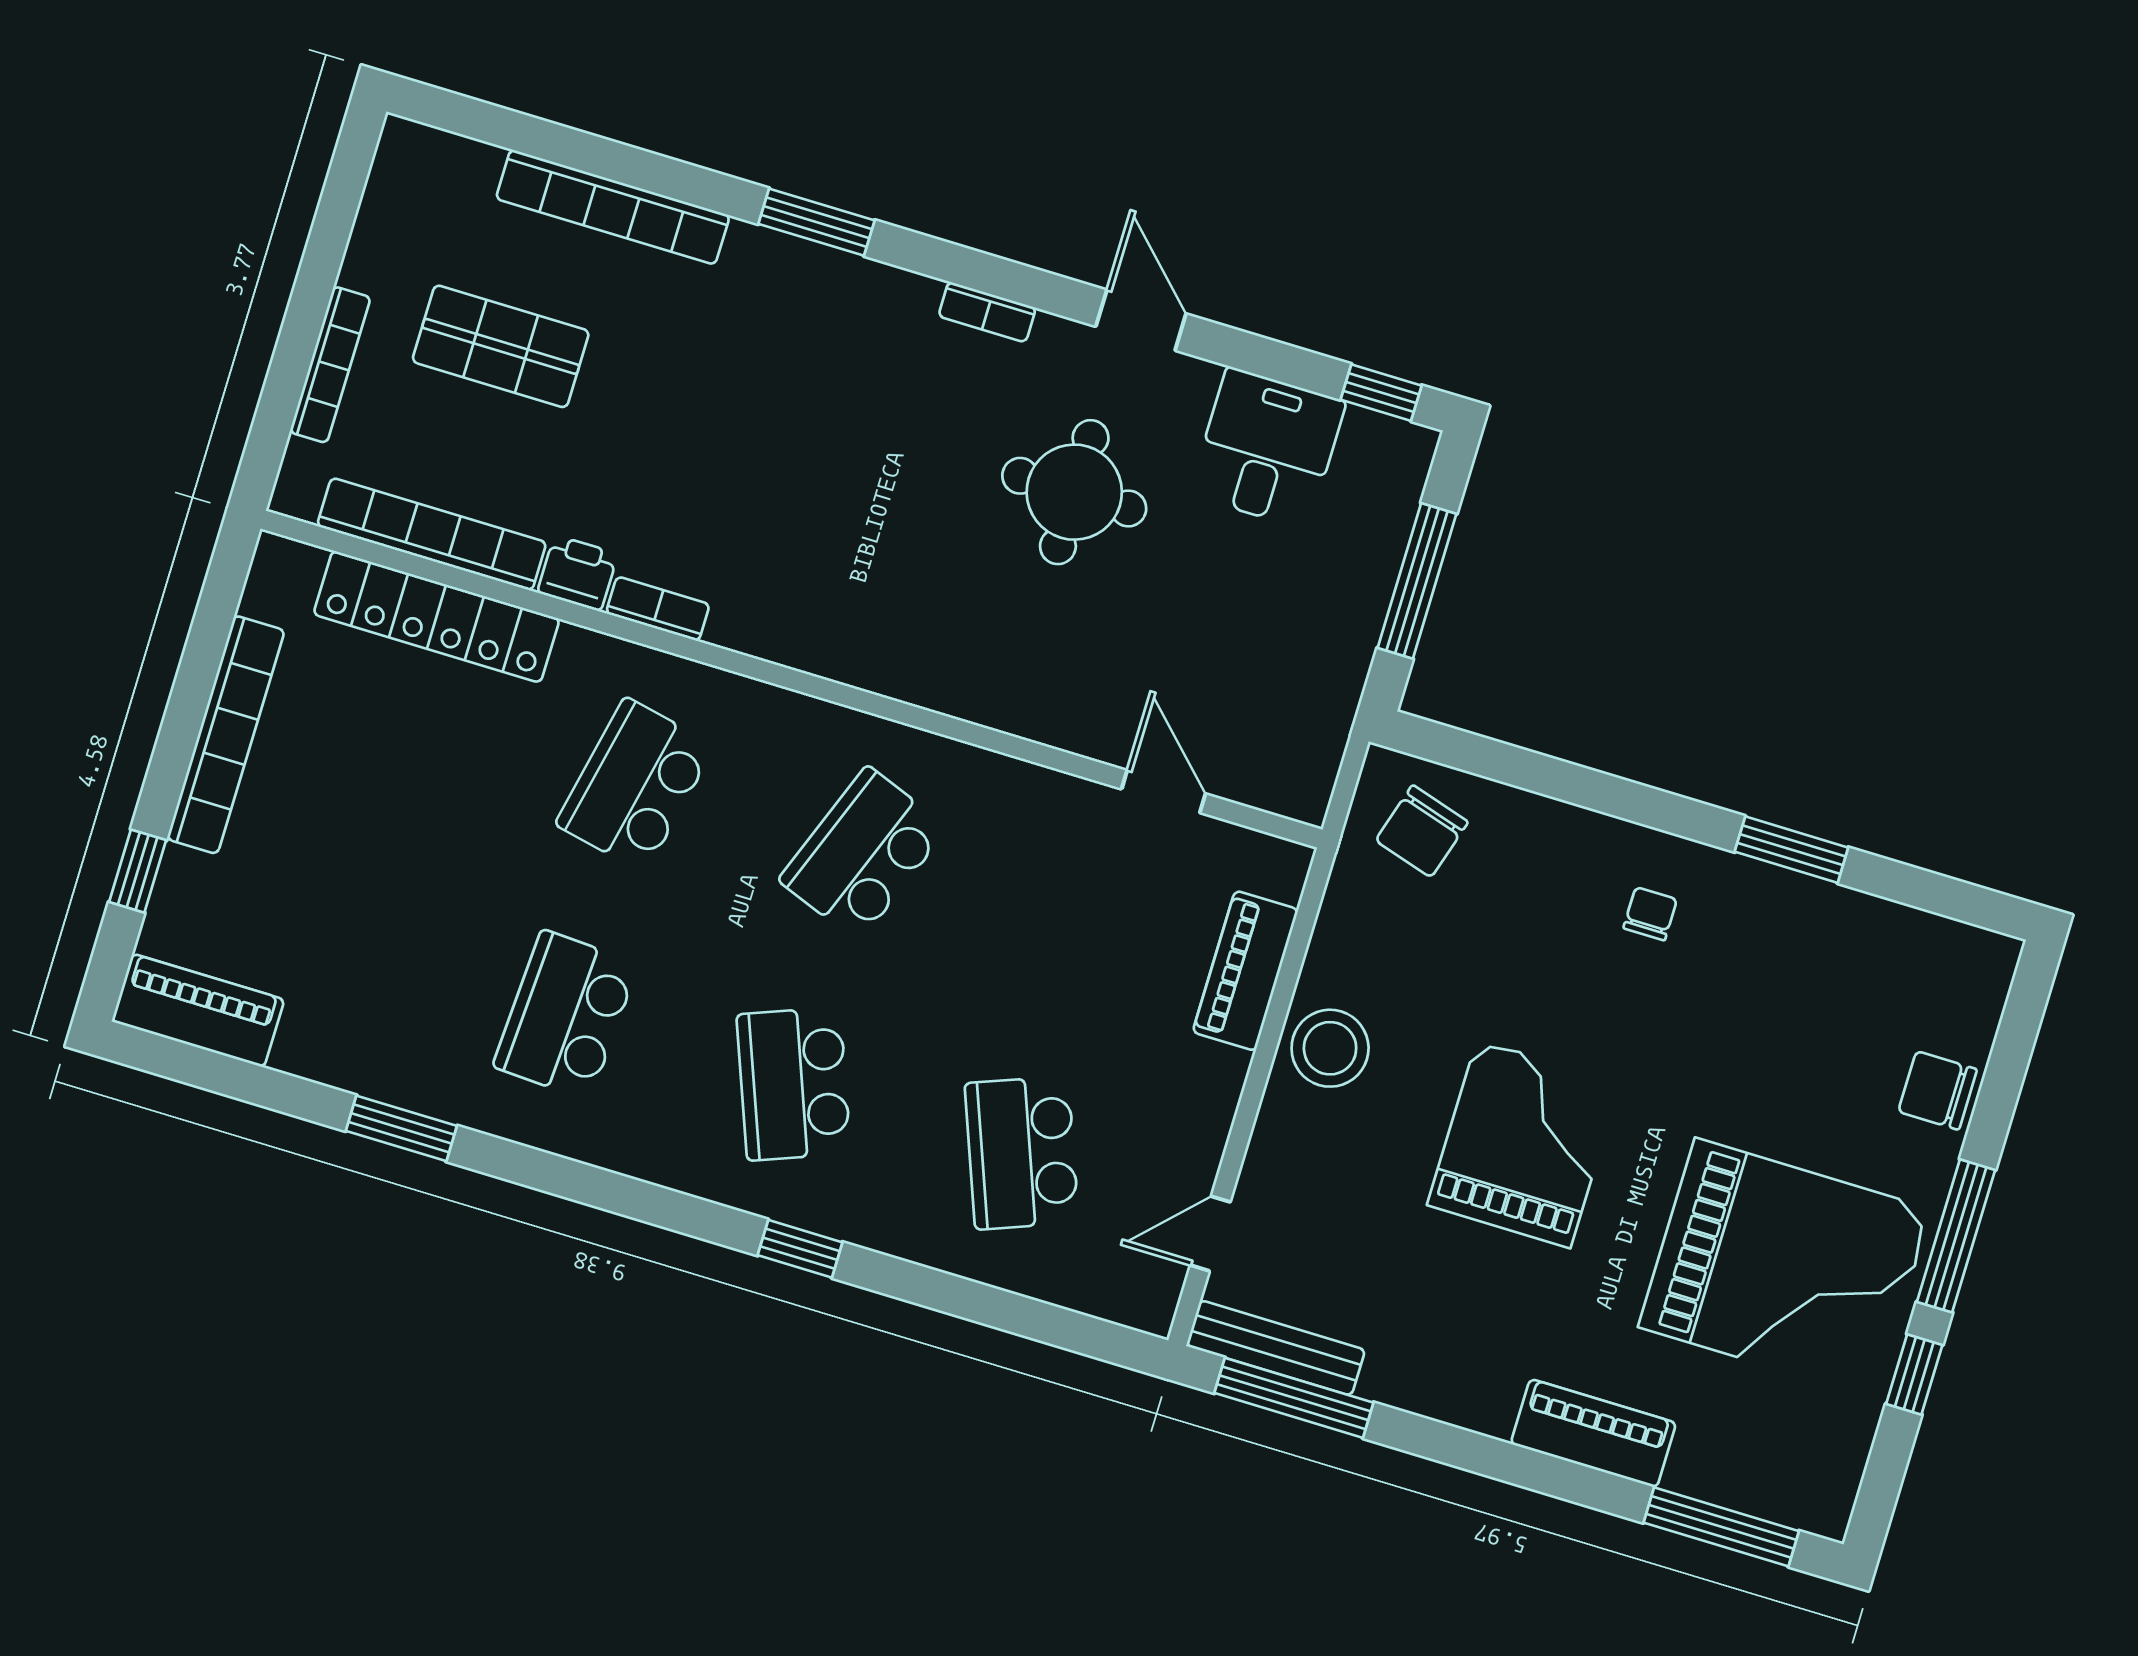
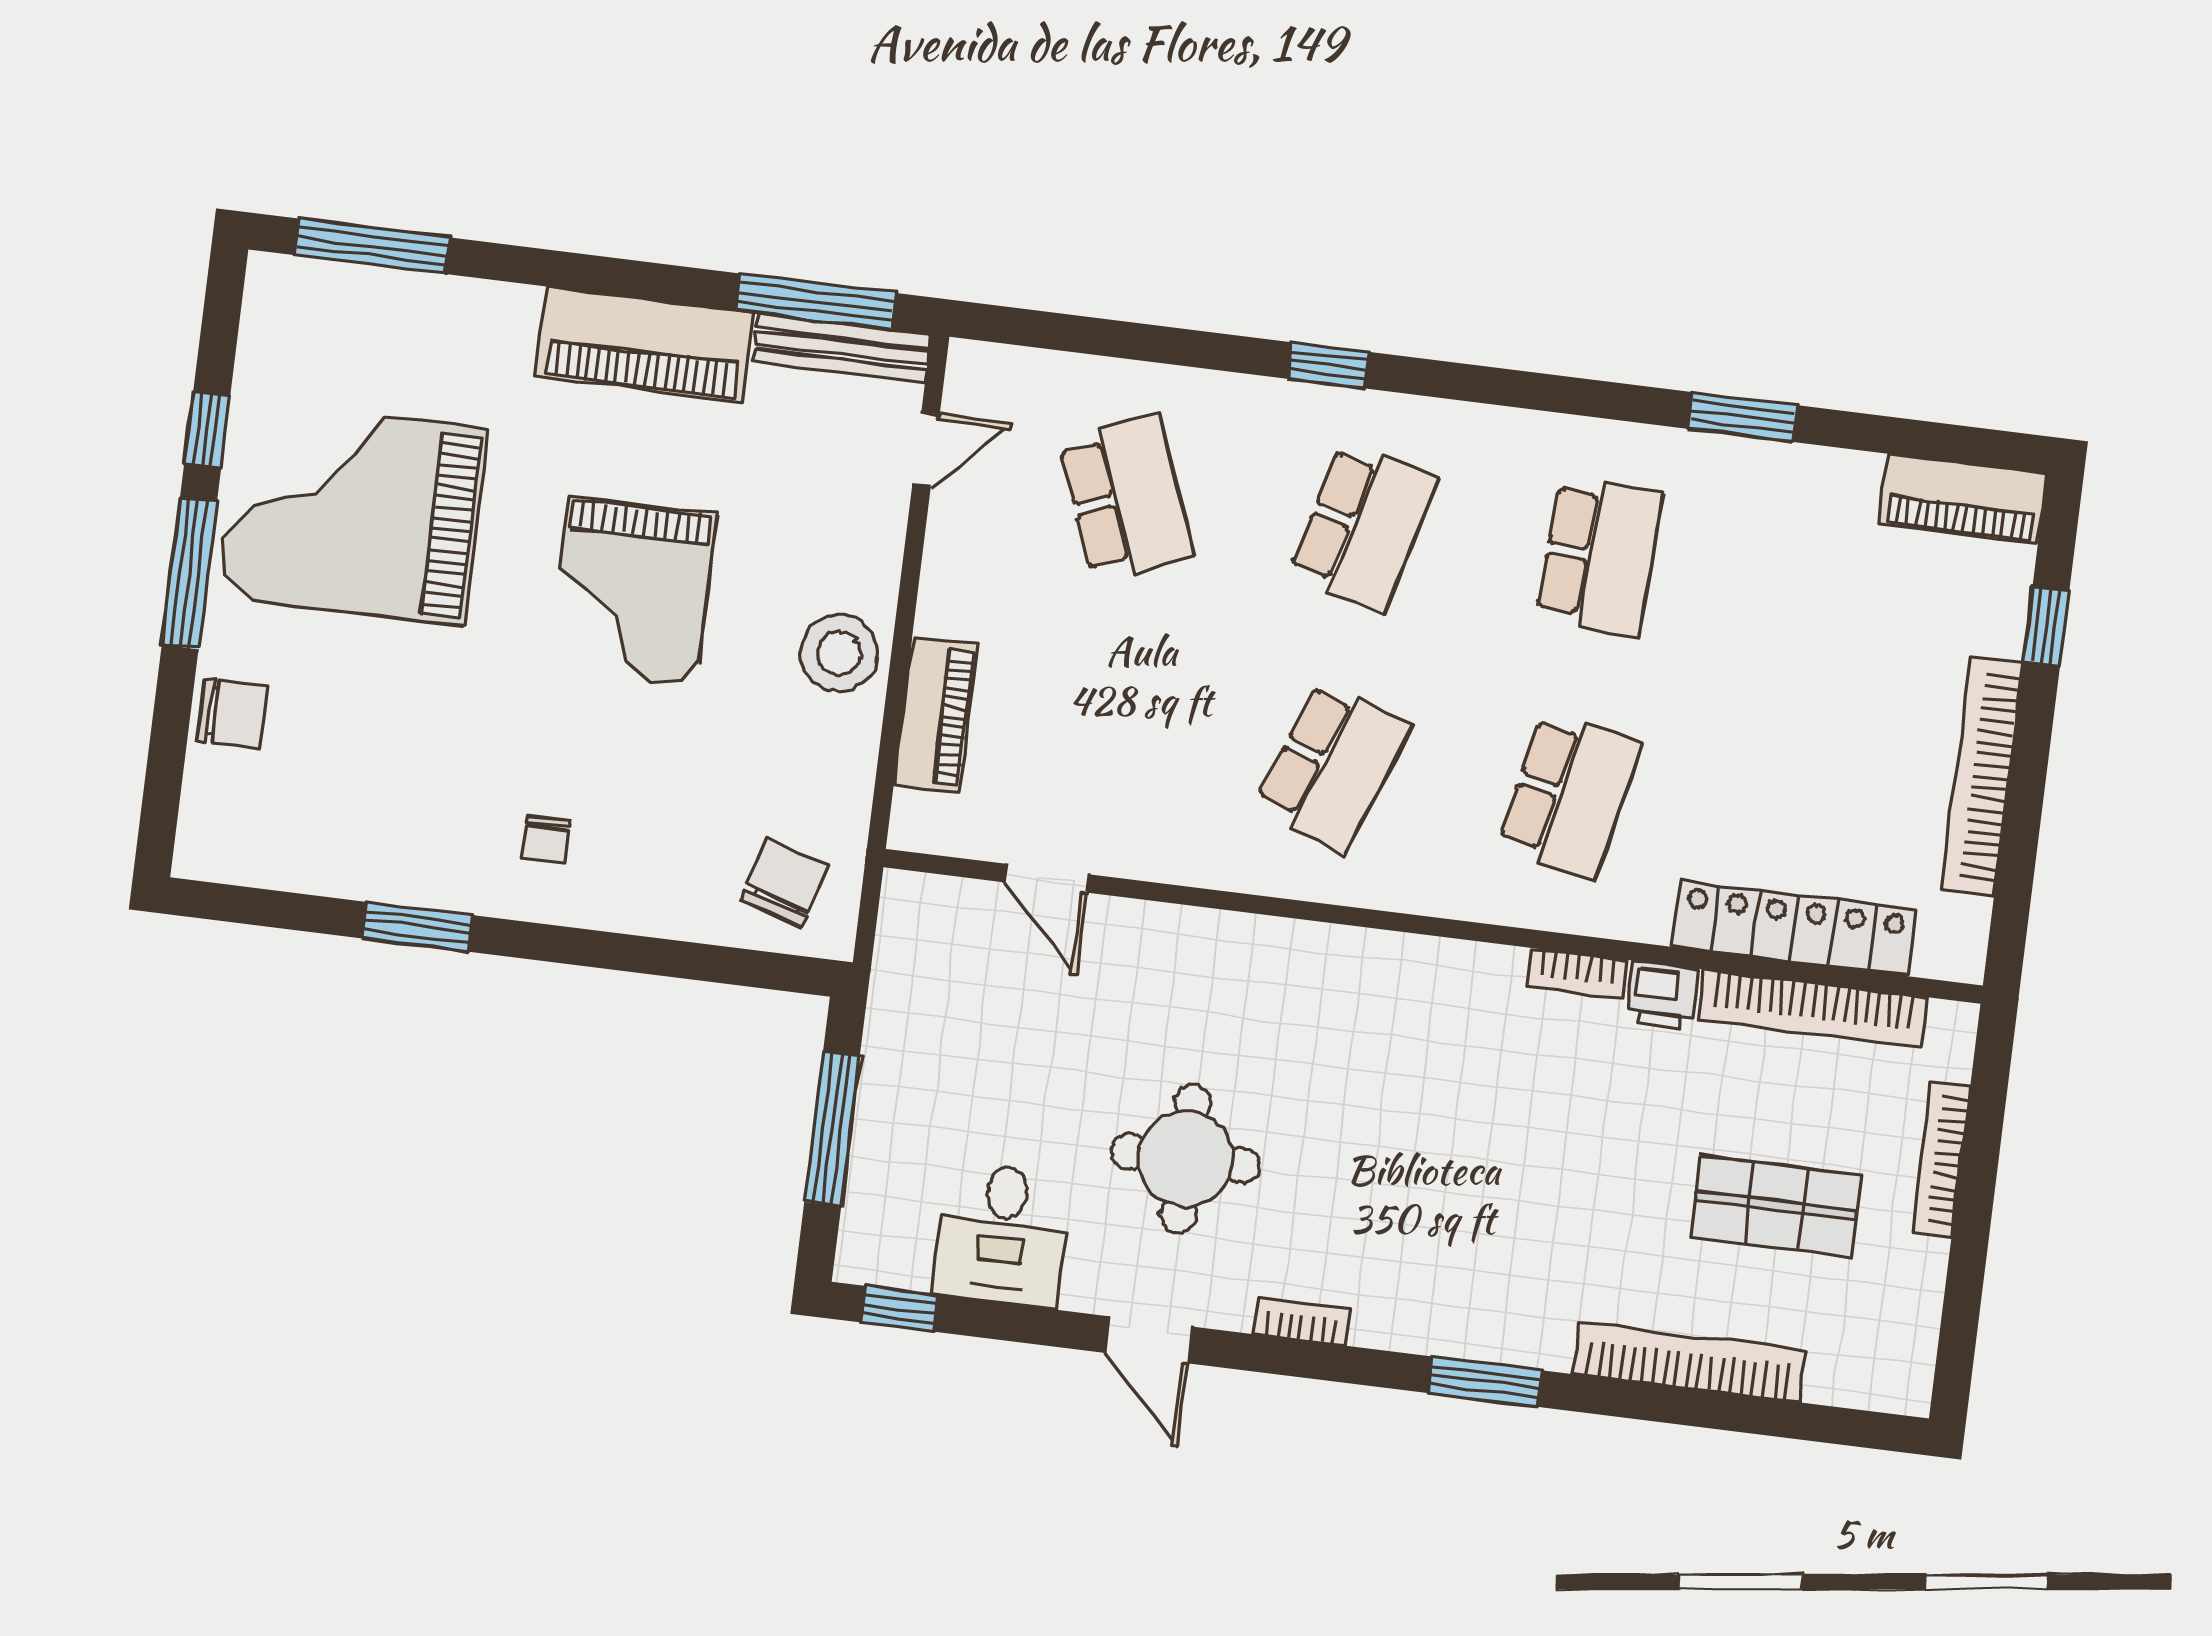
school desk: (794, 1084) -> (1363, 527), turned 36
piano: (1593, 1433) -> (645, 345), moved, width x1.37, depth x1.33

